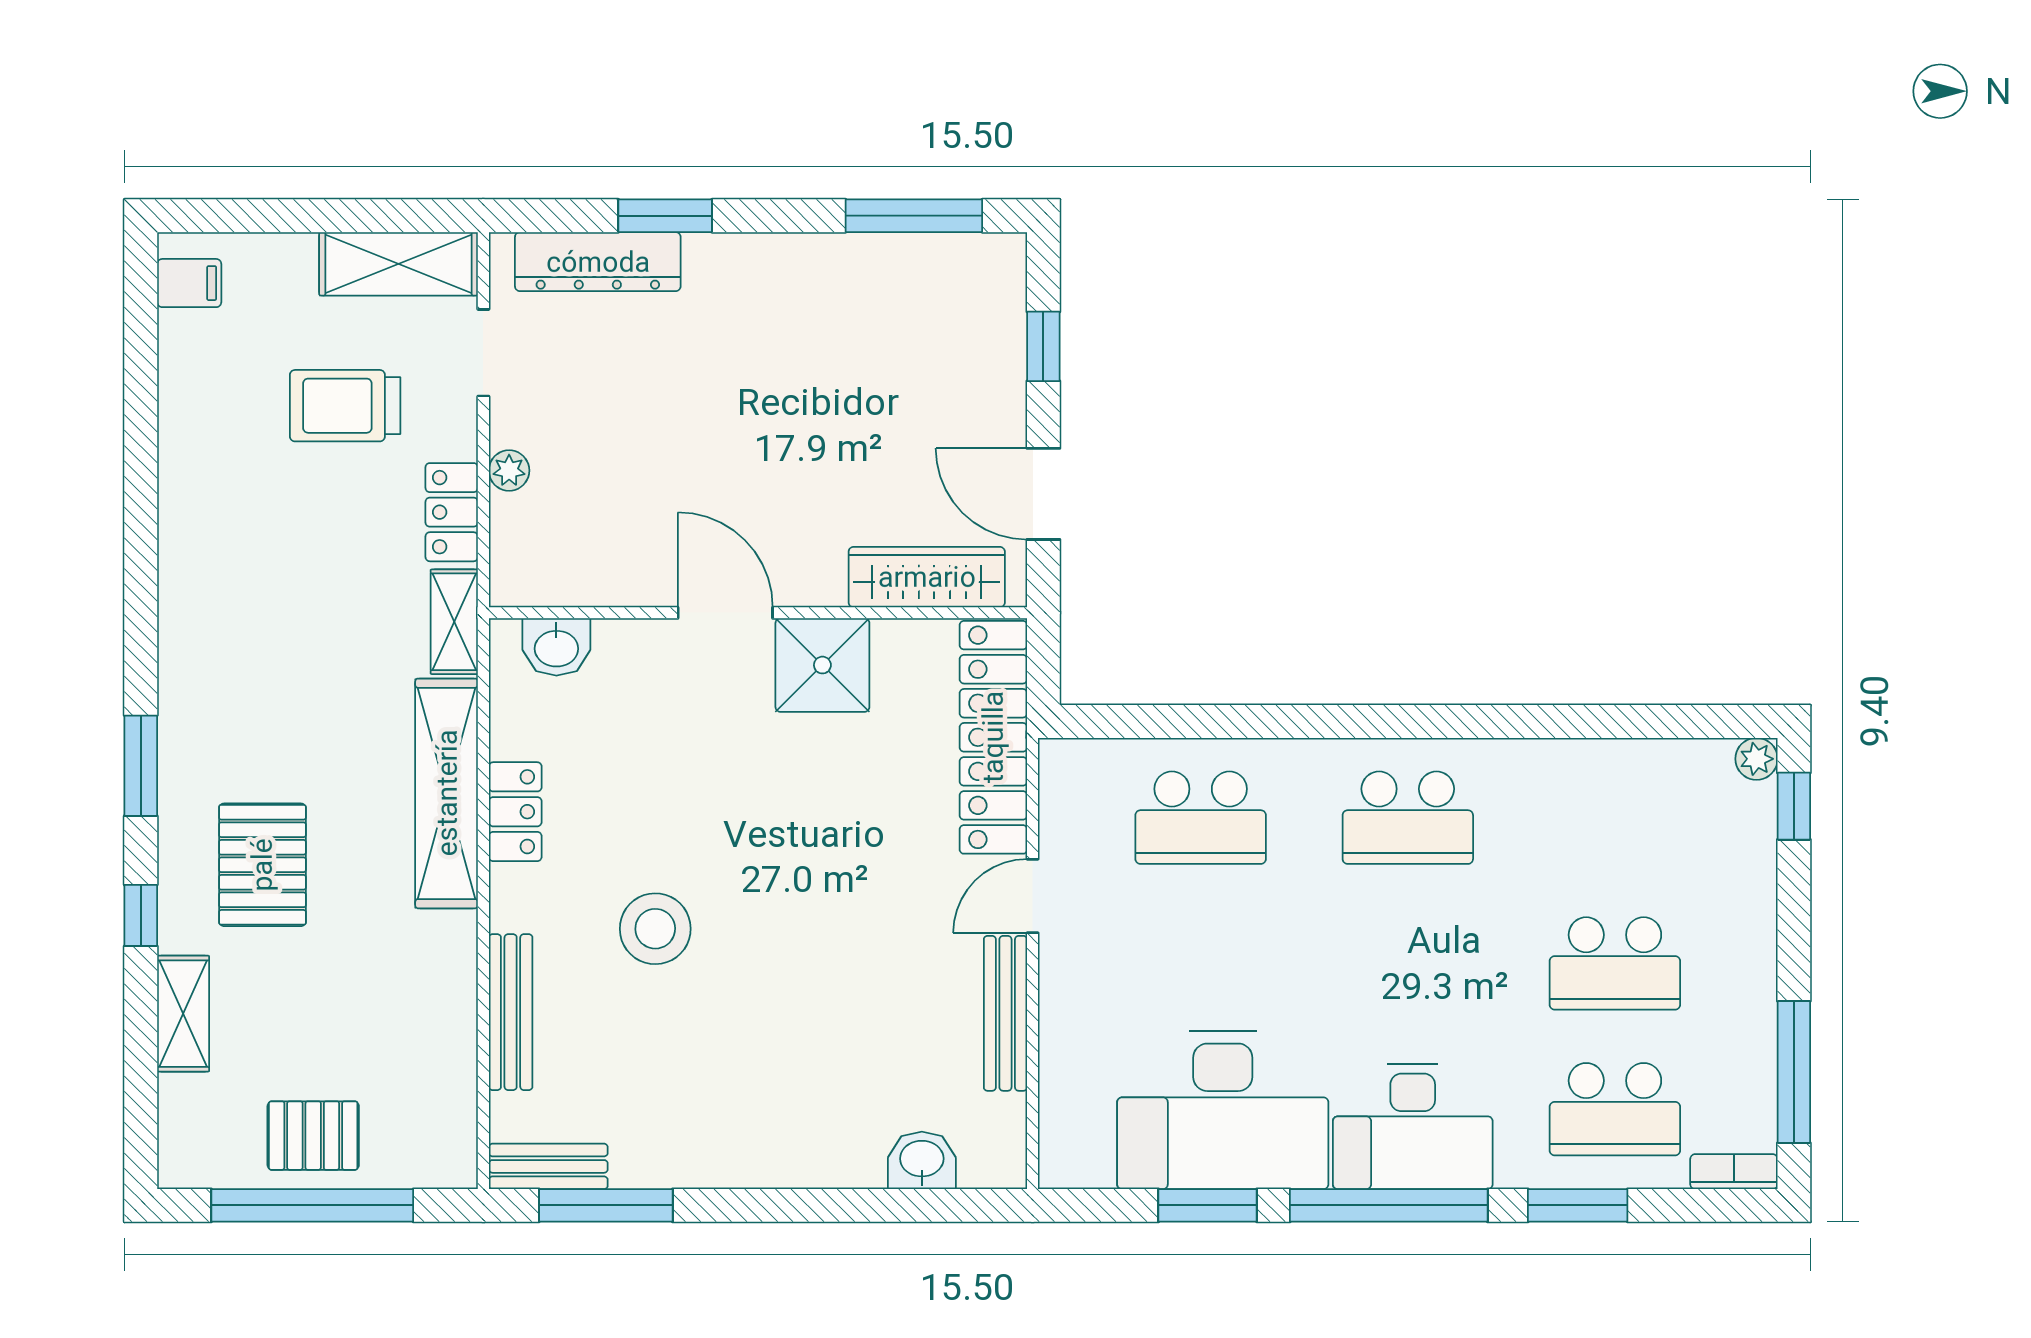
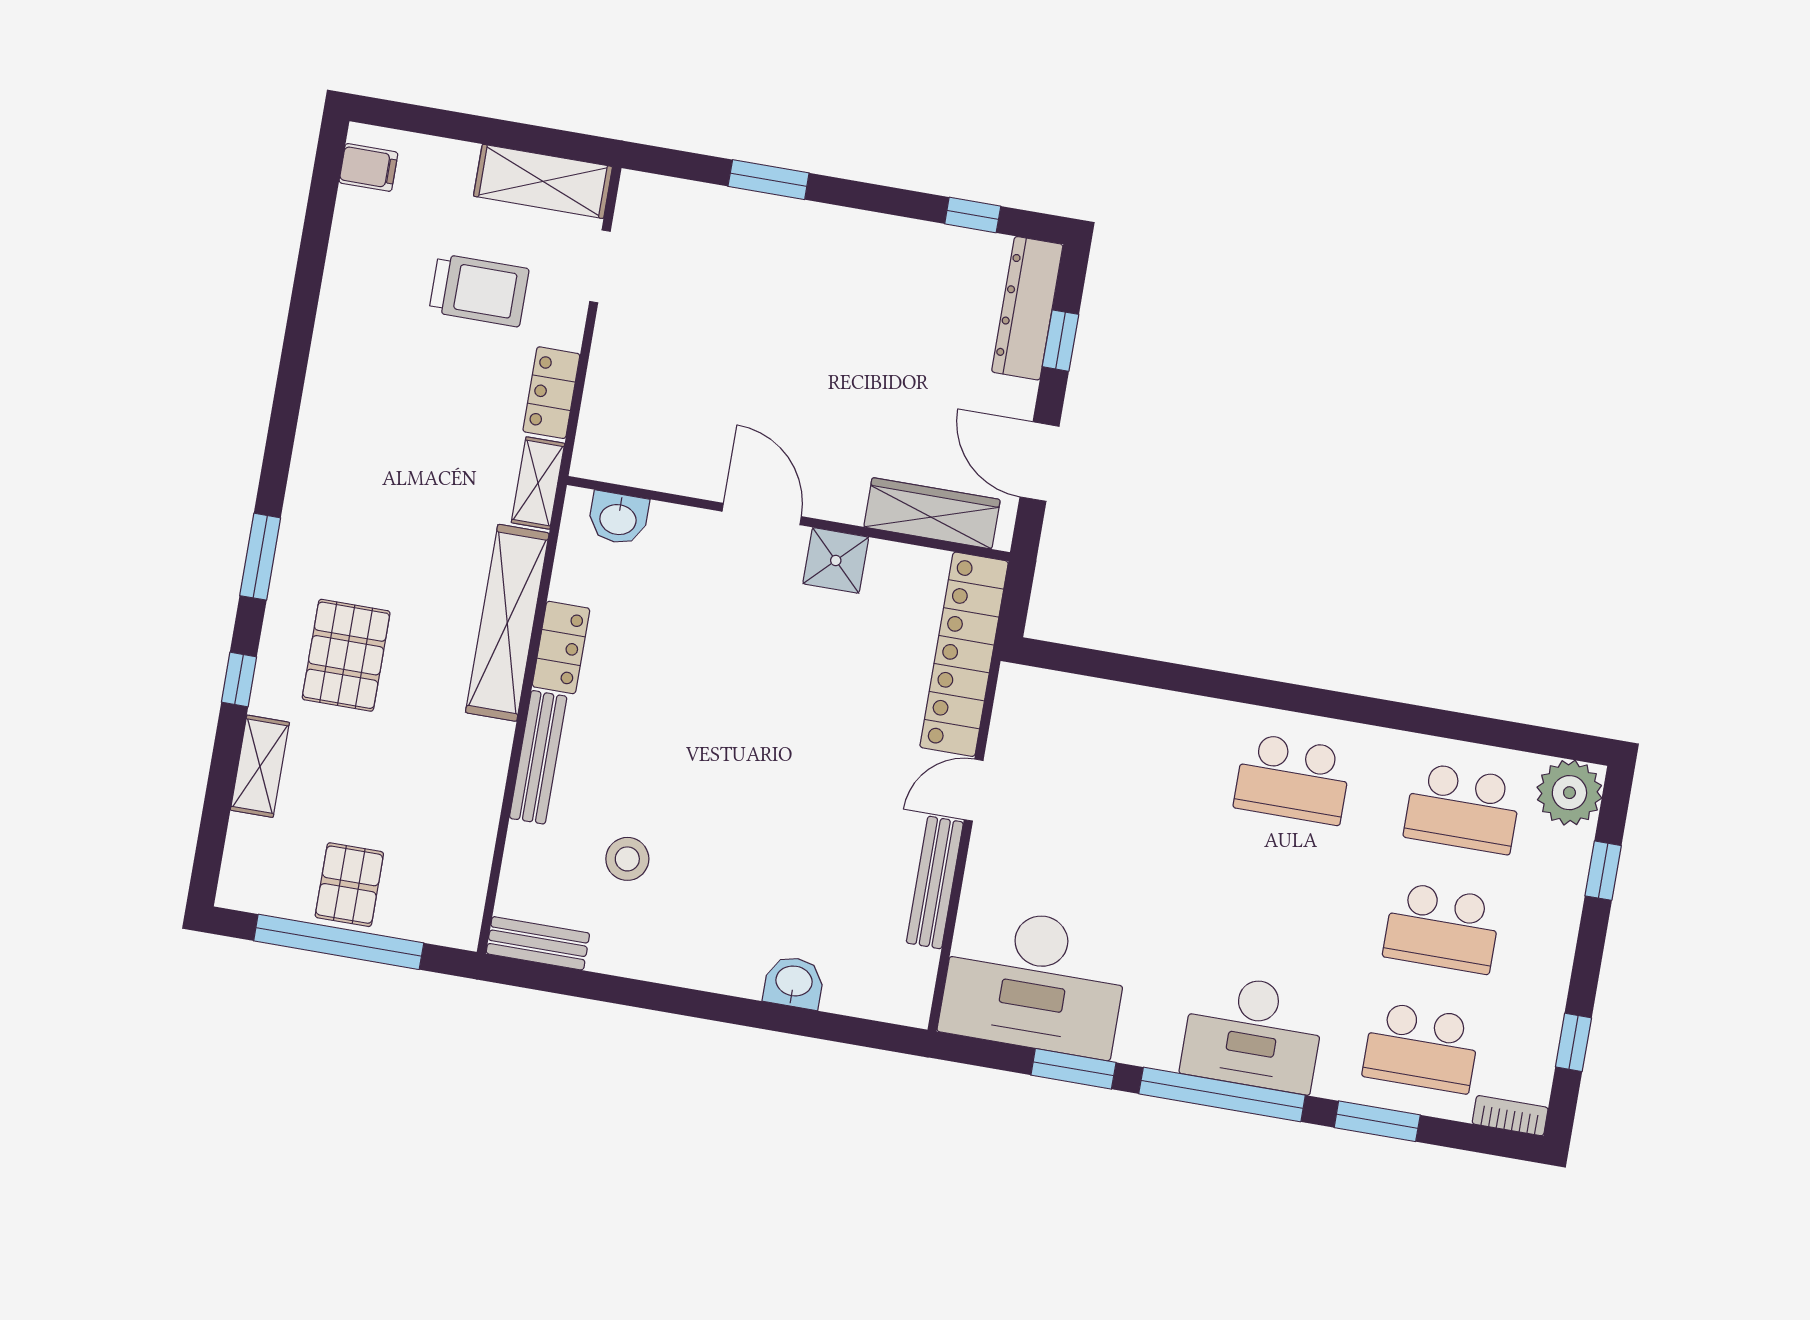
window: (914, 216) -> (973, 215), width x0.46
dresser: (598, 262) -> (1027, 308), moved, turned 90
trolley: (345, 406) -> (479, 290), turned 180
plant: (509, 470) -> (604, 367), removed
shower: (822, 665) -> (836, 560), width x0.73, depth x0.73
plant: (1756, 759) -> (1569, 793), width x1.88, depth x1.88
window: (1794, 806) -> (1603, 871), moved
school desk: (1201, 818) -> (1463, 808), moved
stool: (655, 929) -> (627, 859), moved, width x0.73, depth x0.73
bench: (511, 1012) -> (538, 757), moved
window: (1794, 1072) -> (1573, 1042), width x0.46
desk: (1223, 1110) -> (1034, 981), moved
pallet: (313, 1136) -> (349, 885), turned 90
washbasin: (922, 1160) -> (794, 982), moved
window: (606, 1205) -> (580, 983), removed

